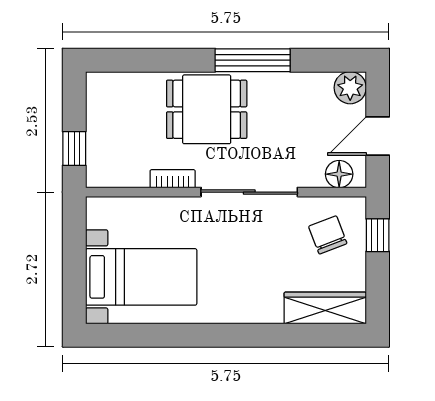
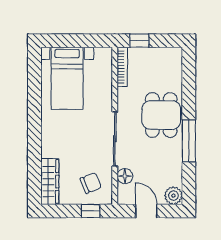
floor lamp: (339, 174) -> (125, 176), moved
bookcase: (173, 179) -> (122, 67), moved, width x1.56

